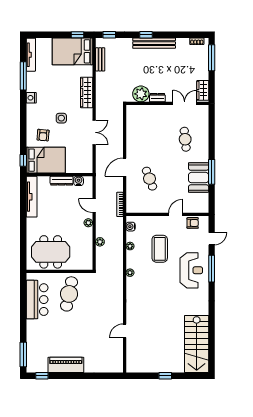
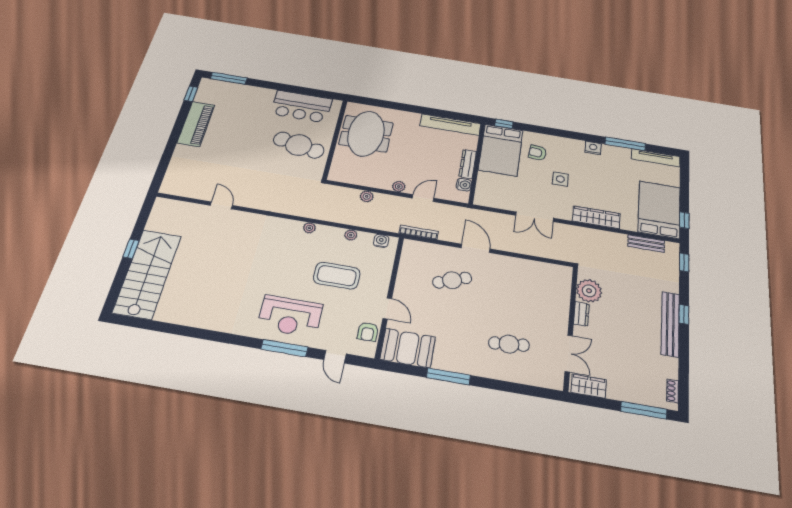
booth: (199, 178) -> (408, 348), moved
stairs: (197, 344) -> (147, 274), moved, turned 90

